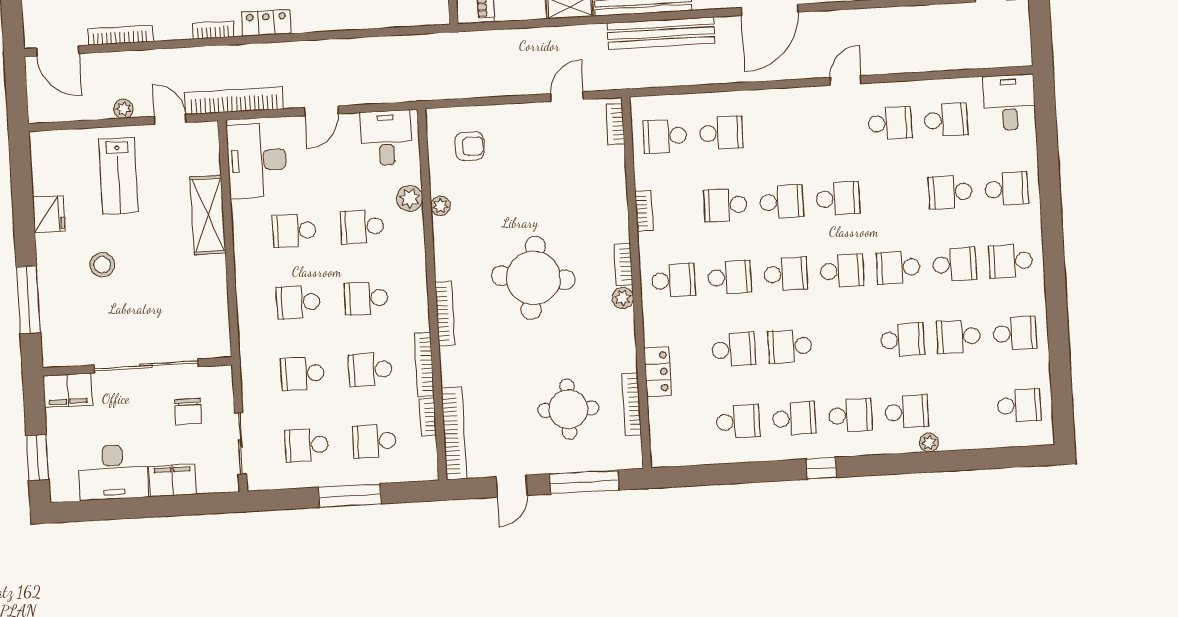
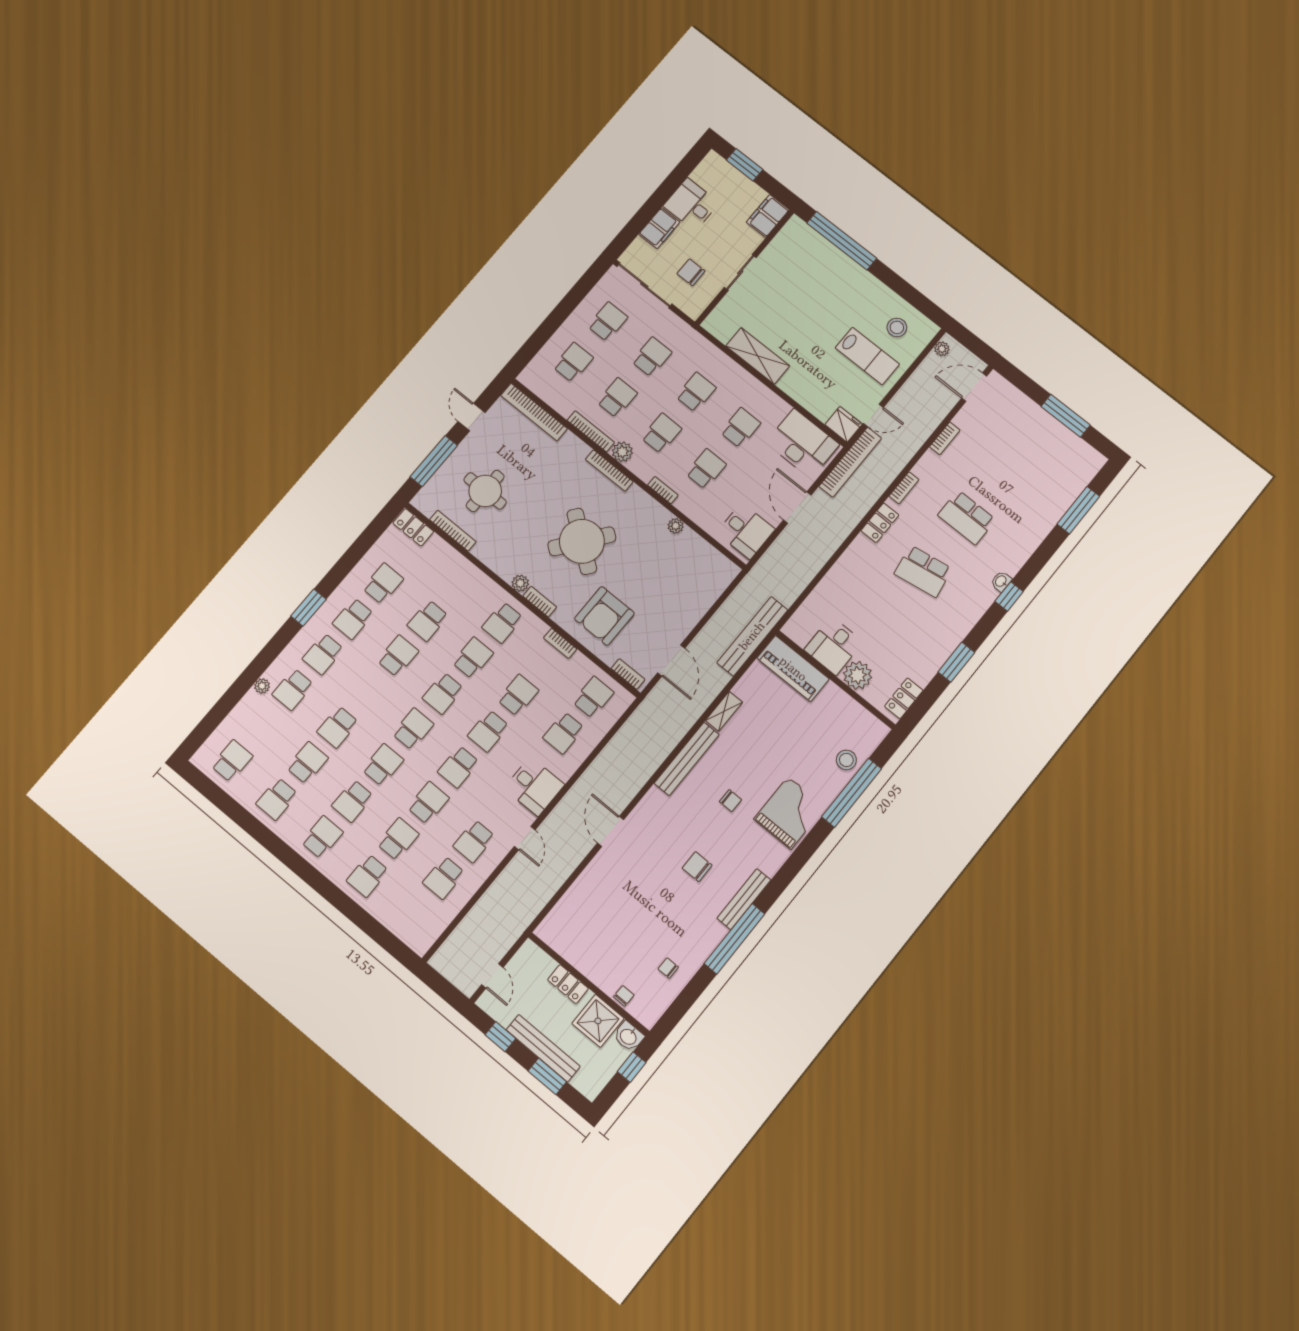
door: (770, 10) -> (611, 831), width x0.73
bench: (661, 33) -> (752, 636), moved
bookcase: (120, 35) -> (945, 438), width x0.64
door: (567, 97) -> (671, 660), width x1.38
desk: (1009, 102) -> (534, 786), moved
plant: (124, 109) -> (942, 349), moved
door: (321, 111) -> (797, 508), width x1.38
armchair: (470, 146) -> (604, 616), moved, width x1.88, depth x1.88
lab bench: (118, 176) -> (867, 356), turned 180
school desk: (894, 195) -> (428, 803), added
plant: (410, 198) -> (622, 452), moved
fridge: (49, 214) -> (844, 424), moved, turned 180
shelving: (208, 215) -> (758, 356), moved
stool: (102, 265) -> (897, 327), moved
school desk: (842, 271) -> (413, 729), turned 180
school desk: (730, 277) -> (473, 658), turned 180
round table: (533, 278) -> (582, 541), turned 30
window: (28, 300) -> (842, 241), width x1.46
sliding door: (146, 366) -> (740, 272), width x0.54
locker: (658, 372) -> (413, 527), moved
school desk: (1019, 405) -> (232, 761), turned 180
bookcase: (428, 417) -> (663, 490), moved
school desk: (738, 422) -> (383, 584), turned 180
sliding door: (240, 443) -> (644, 285), width x1.37
window: (821, 468) -> (308, 608), width x1.50
desk: (113, 472) -> (691, 204), width x0.73
window: (350, 495) -> (555, 320), removed

